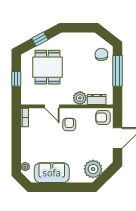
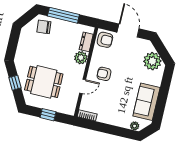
armchair: (103, 117) -> (105, 40), turned -90

